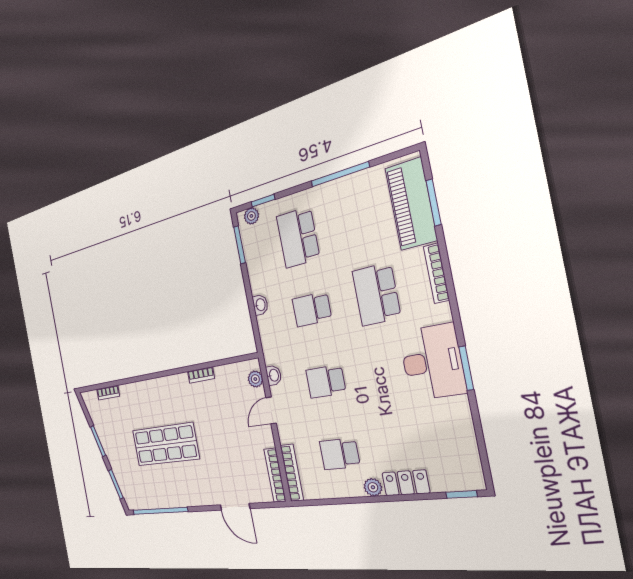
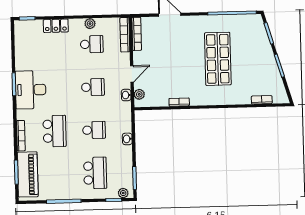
shop shelf: (165, 444) -> (218, 59), turned 90
plant: (373, 487) -> (90, 24), moved

